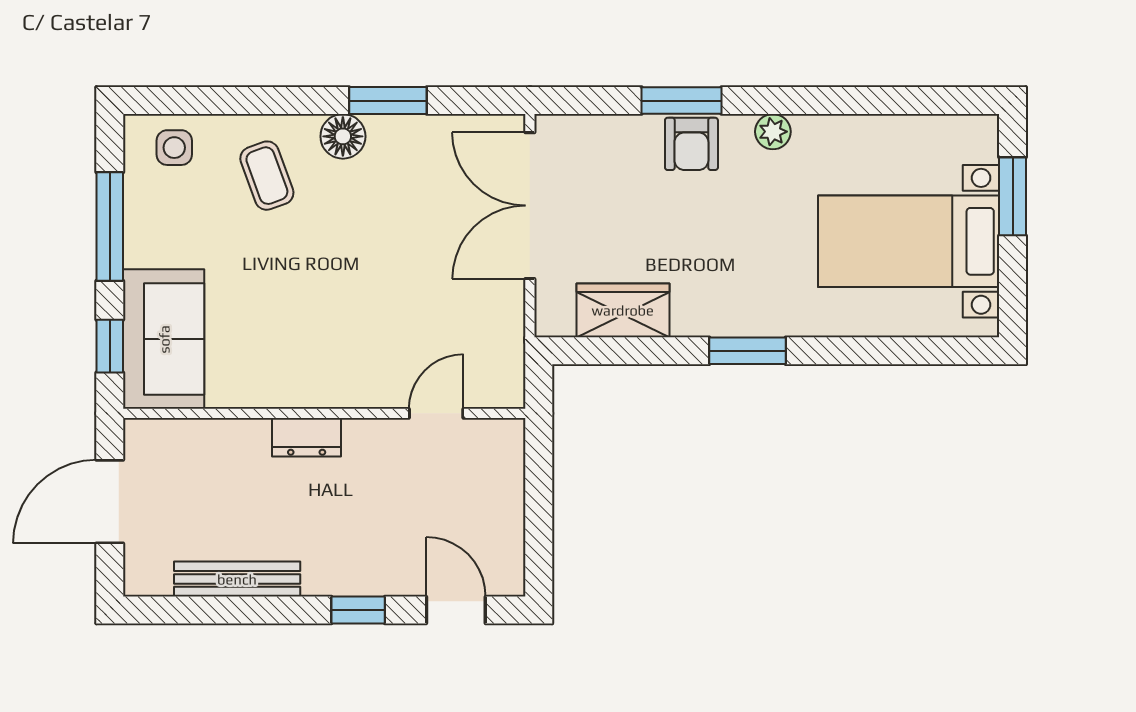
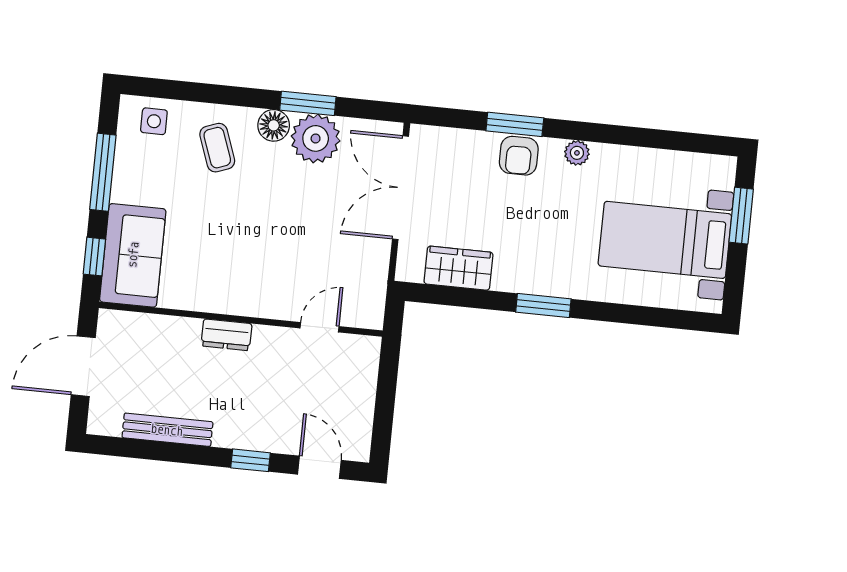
plant: (404, 149) -> (316, 138), added

